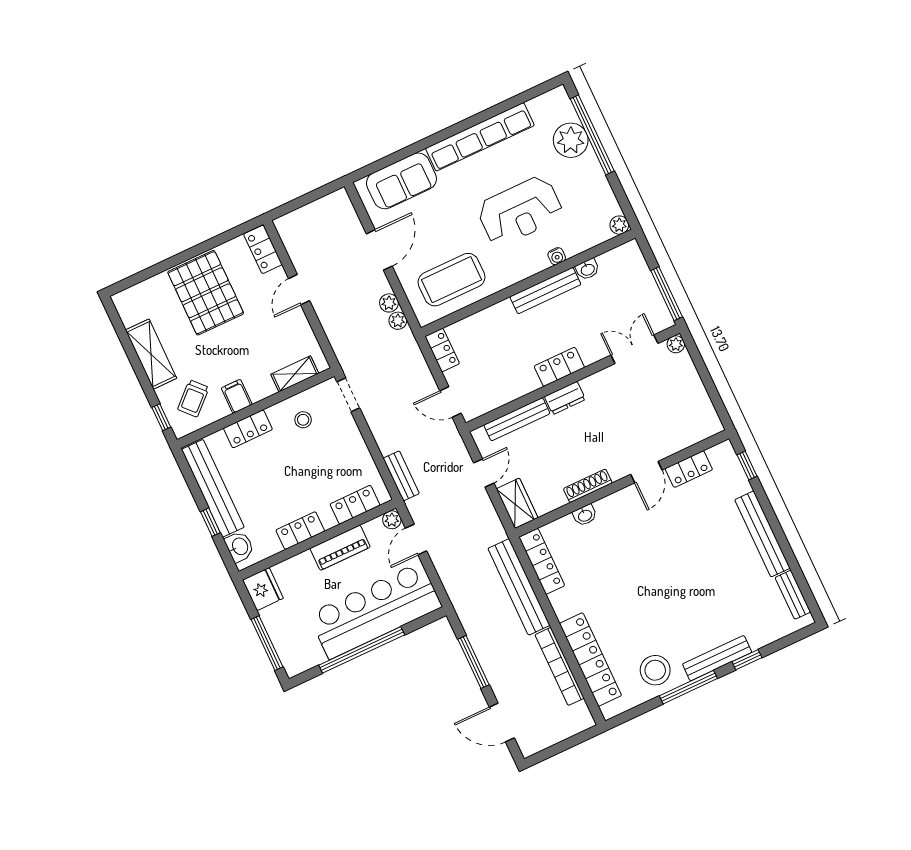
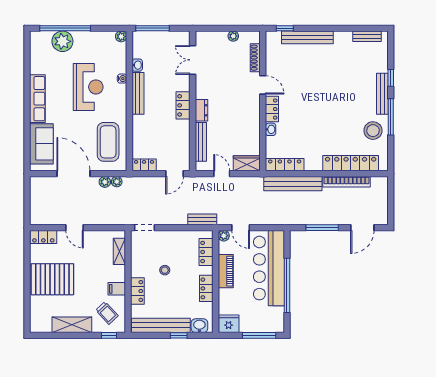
row of seats: (480, 137) -> (37, 99), width x0.73
door: (379, 250) -> (73, 174), width x1.36
window: (667, 294) -> (152, 28), moved
plant: (676, 344) -> (233, 36), moved
stool: (303, 420) -> (165, 270), moved
locker: (689, 469) -> (272, 109), moved
shoe rack: (588, 486) -> (255, 58), moved
bench: (762, 534) -> (307, 37), moved

